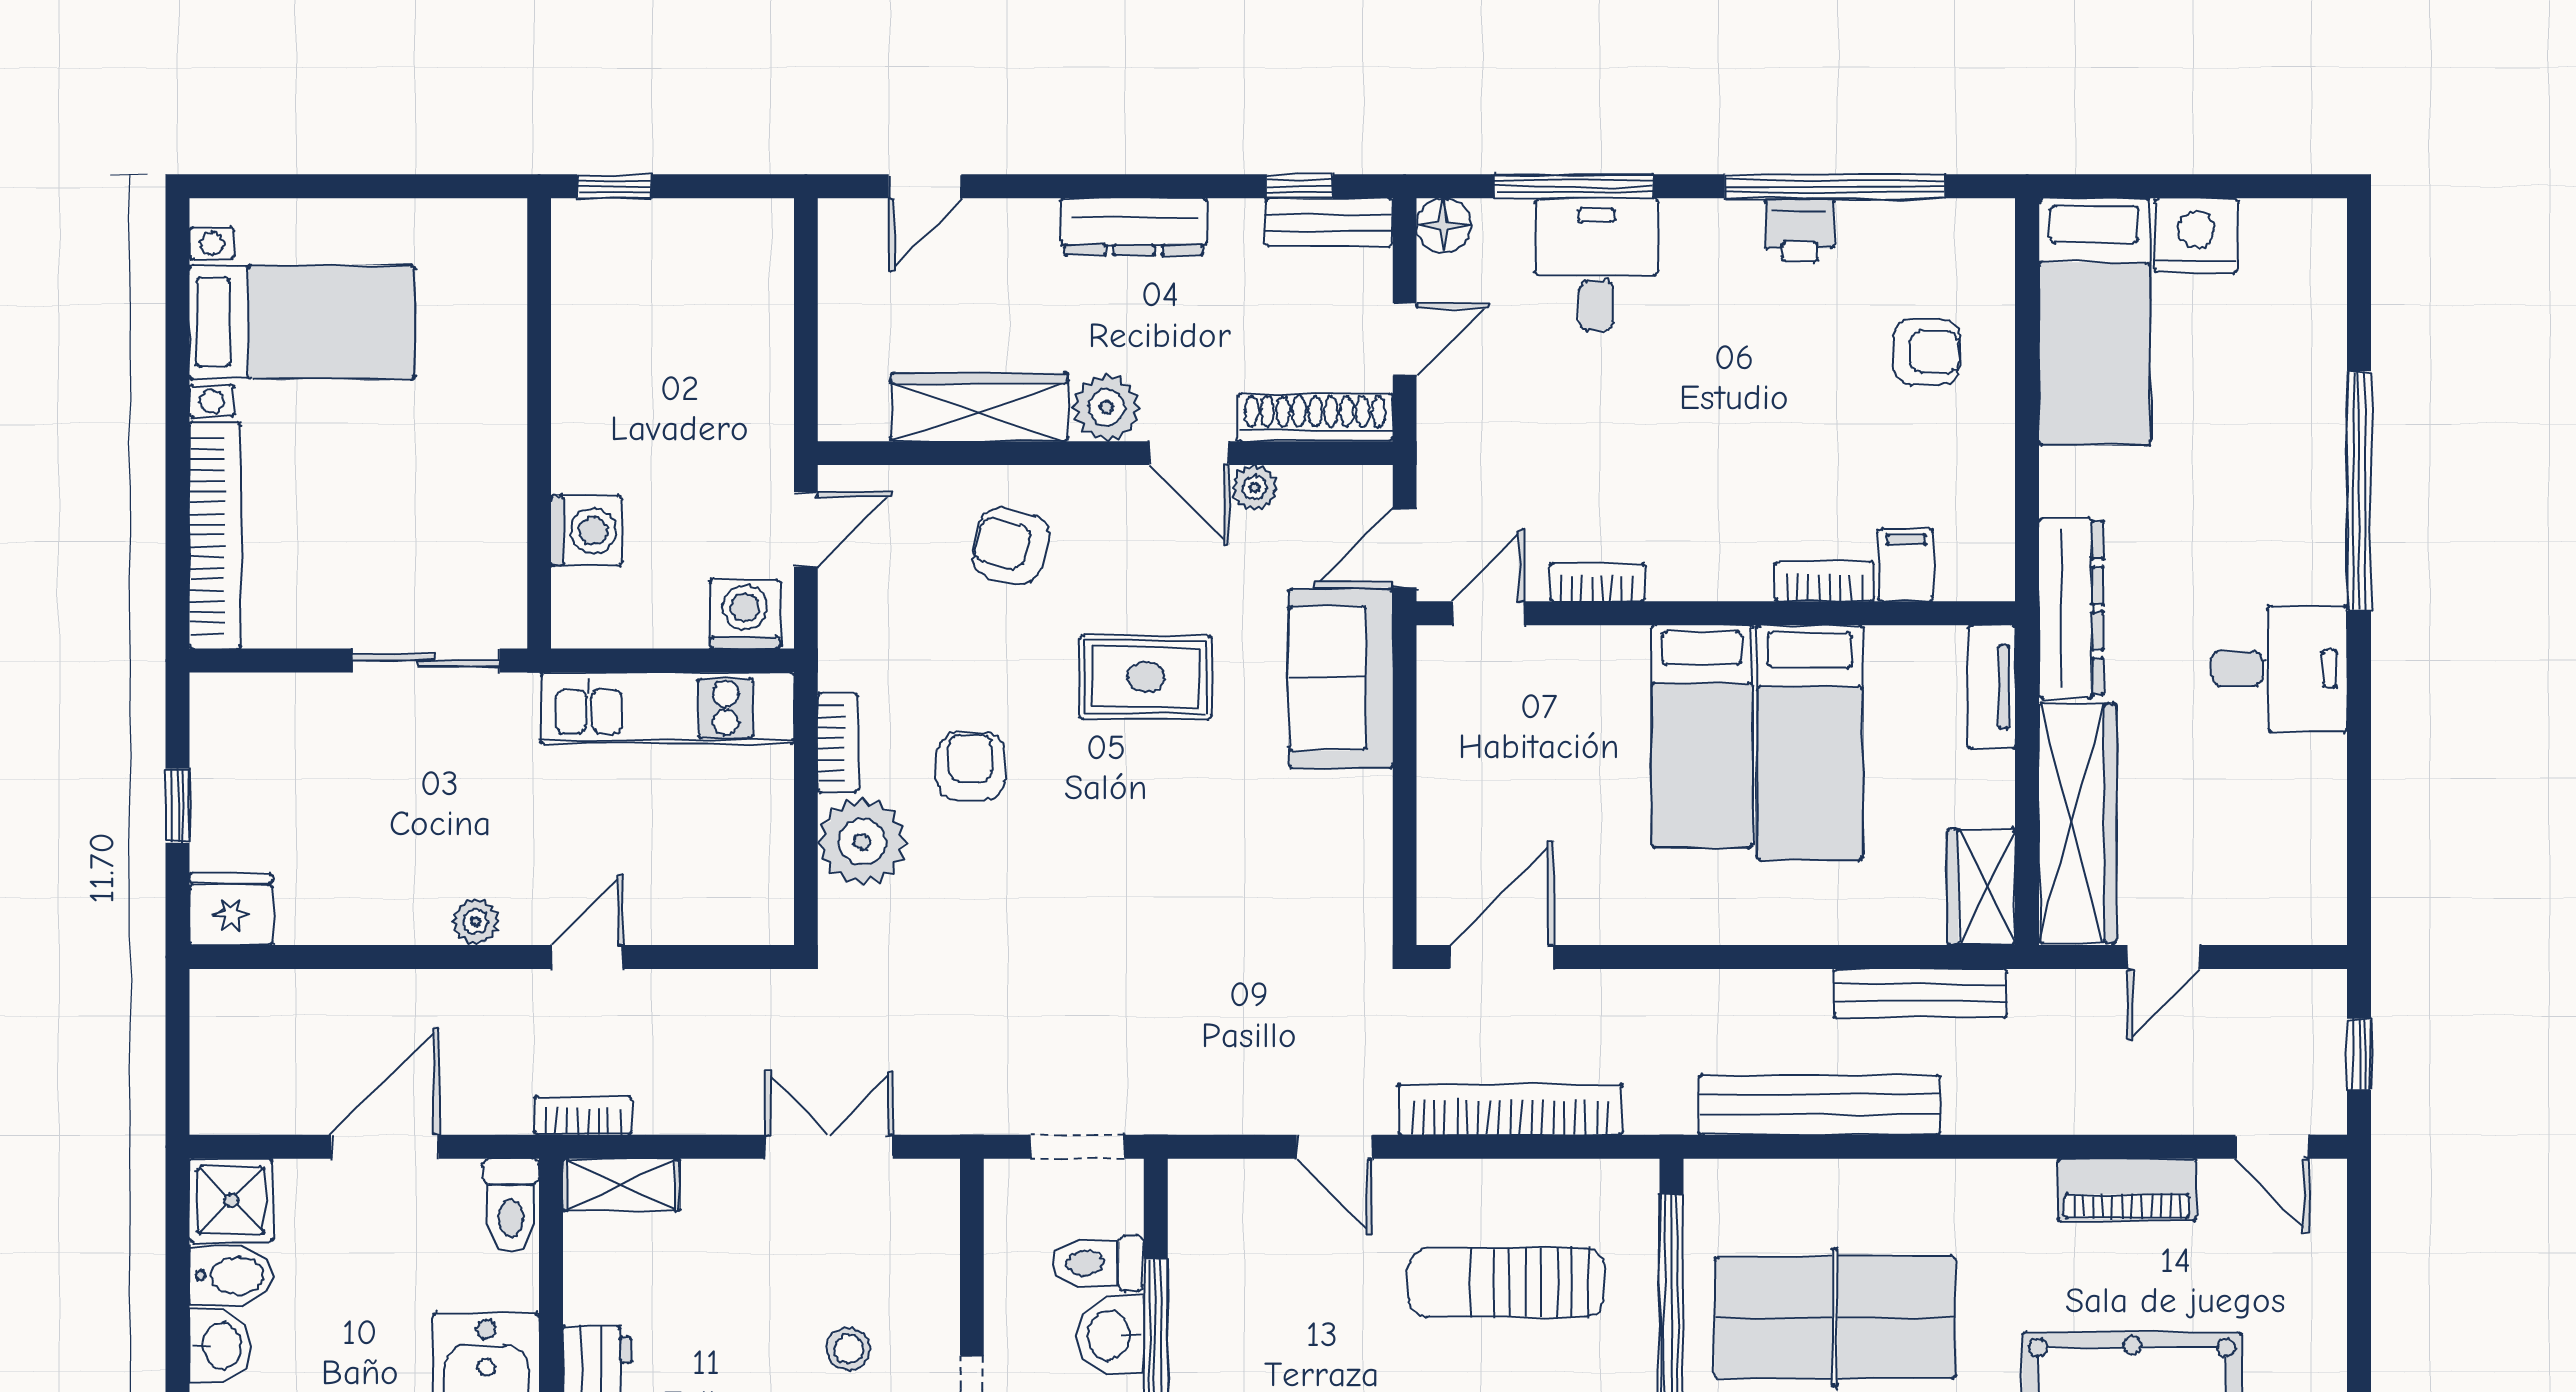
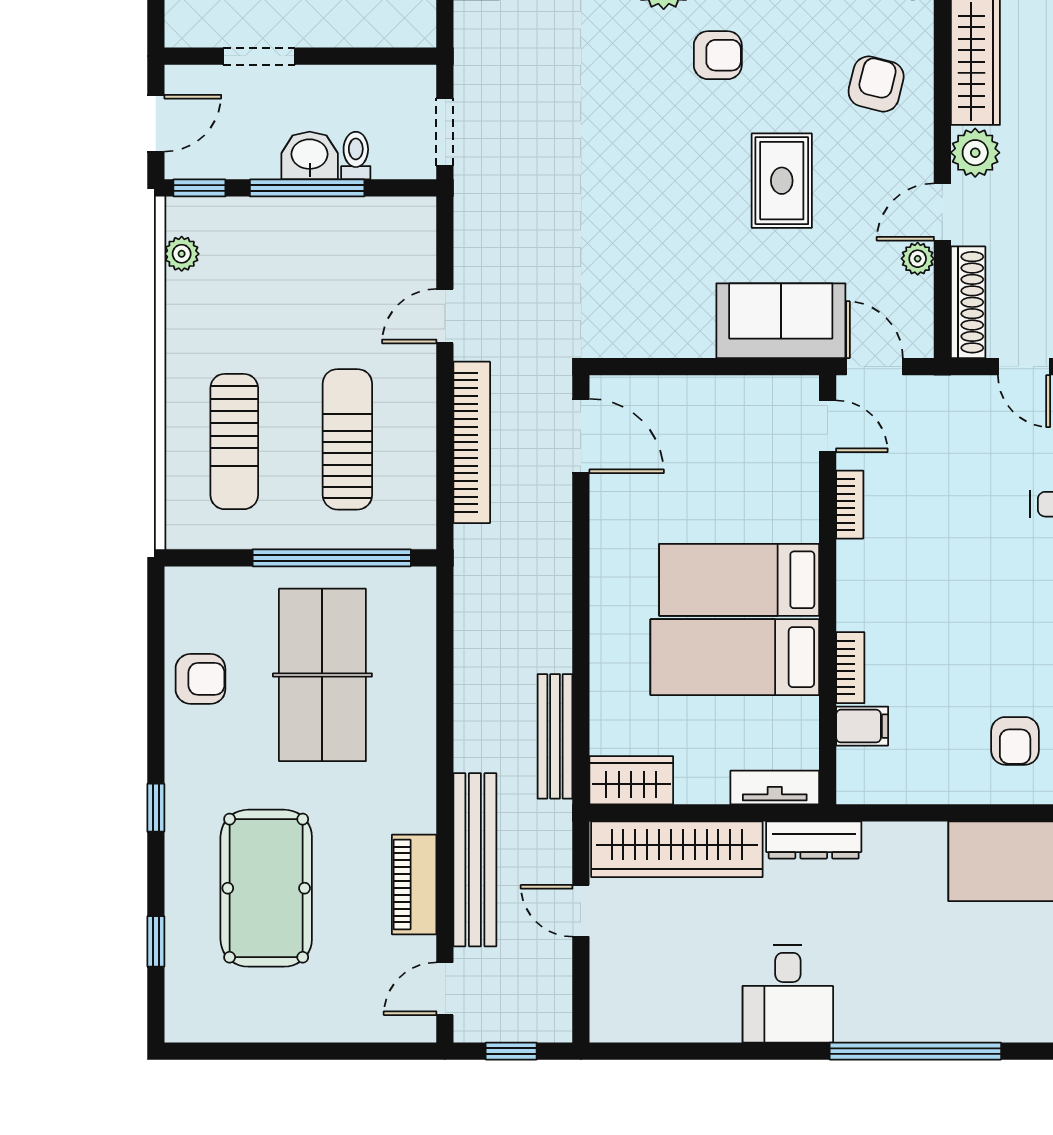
dresser: (2071, 608) -> (814, 840), width x0.73, depth x0.80
bench: (1819, 1105) -> (475, 860), moved
toilet: (1098, 1263) -> (356, 156), width x0.73, depth x0.72

